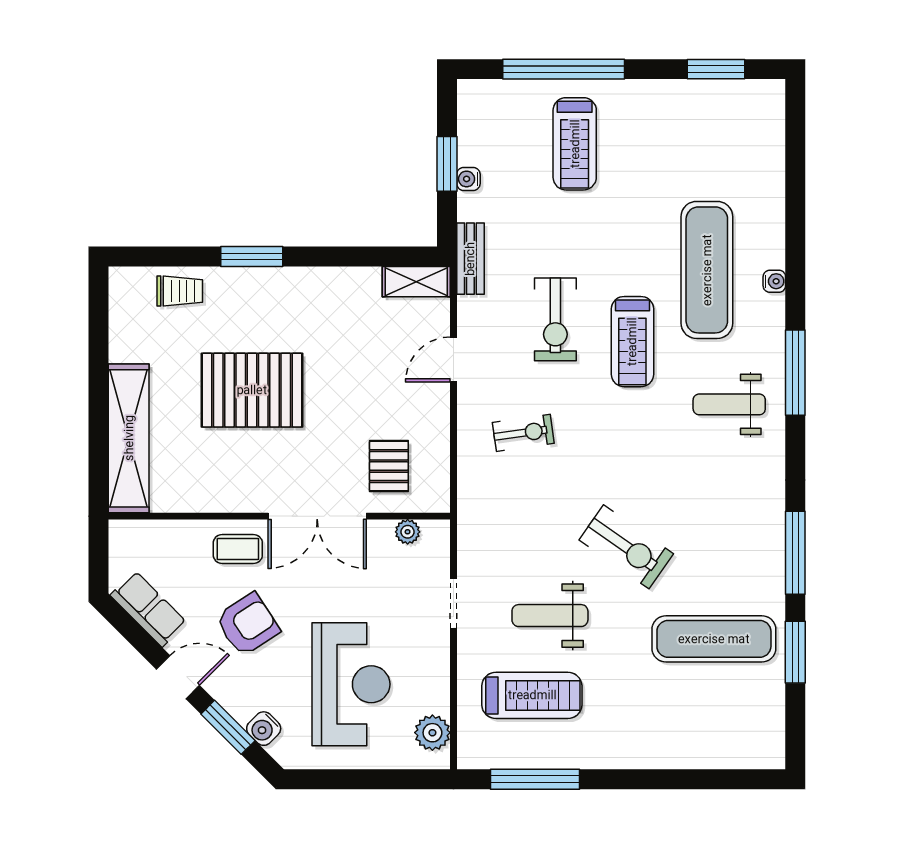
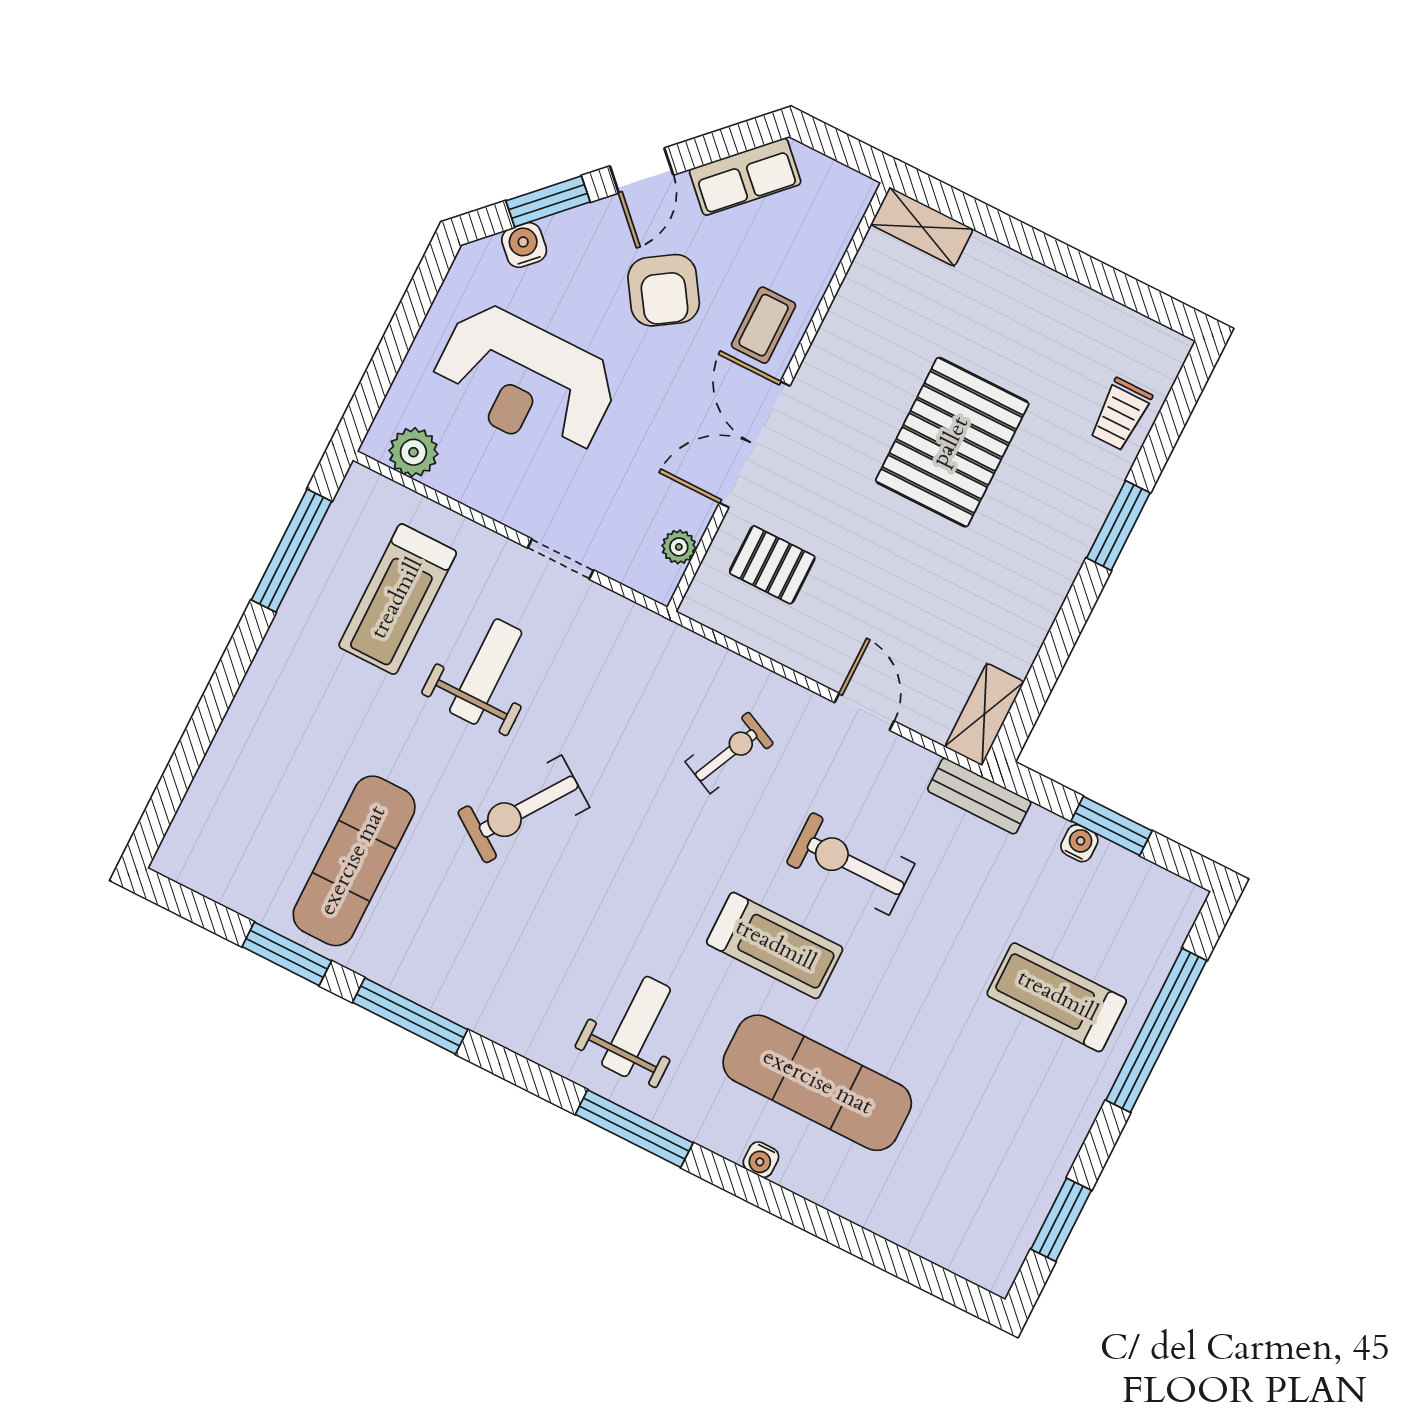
treadmill: (632, 342) -> (775, 946), turned 180
exercise bike: (523, 433) -> (729, 753), turned -147
shelving: (129, 438) -> (922, 227), width x0.45, depth x0.75

